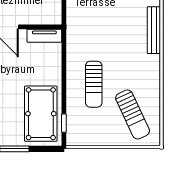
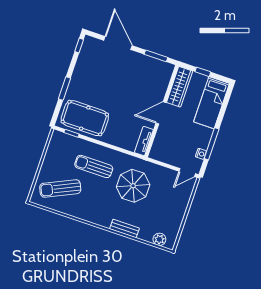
bench: (154, 30) -> (124, 228), width x0.73
parasol: (101, 31) -> (133, 186), added

